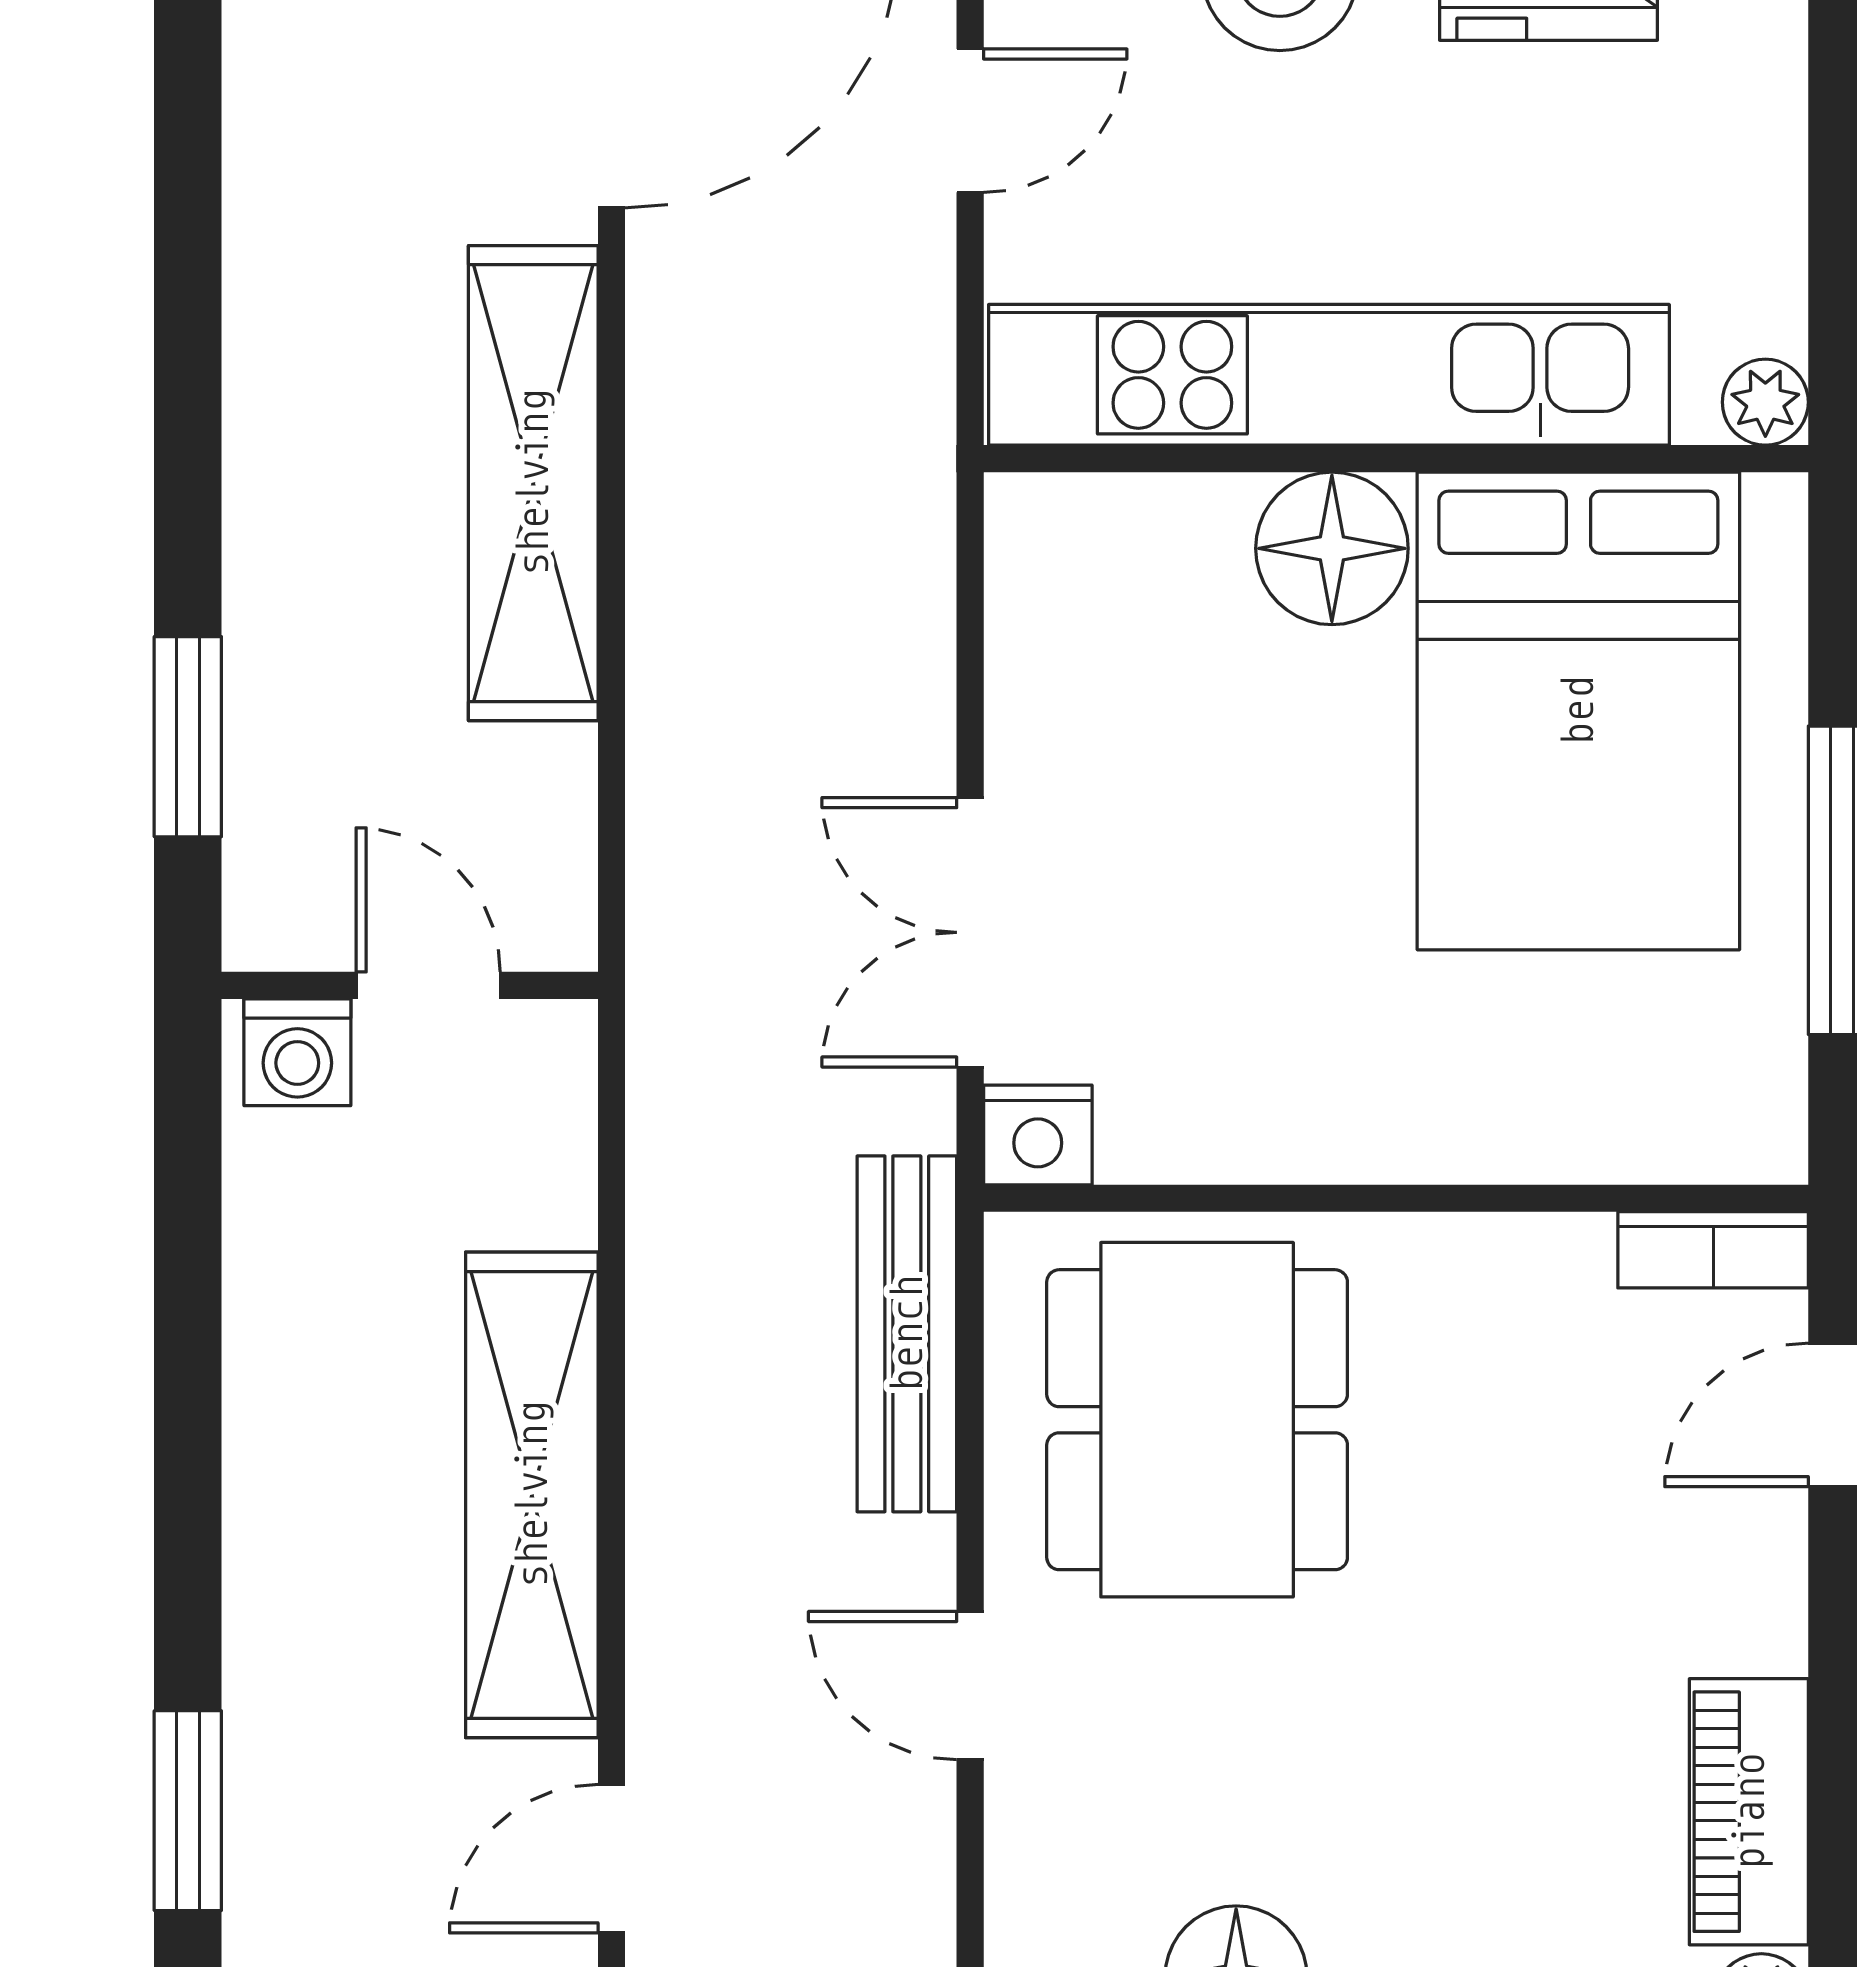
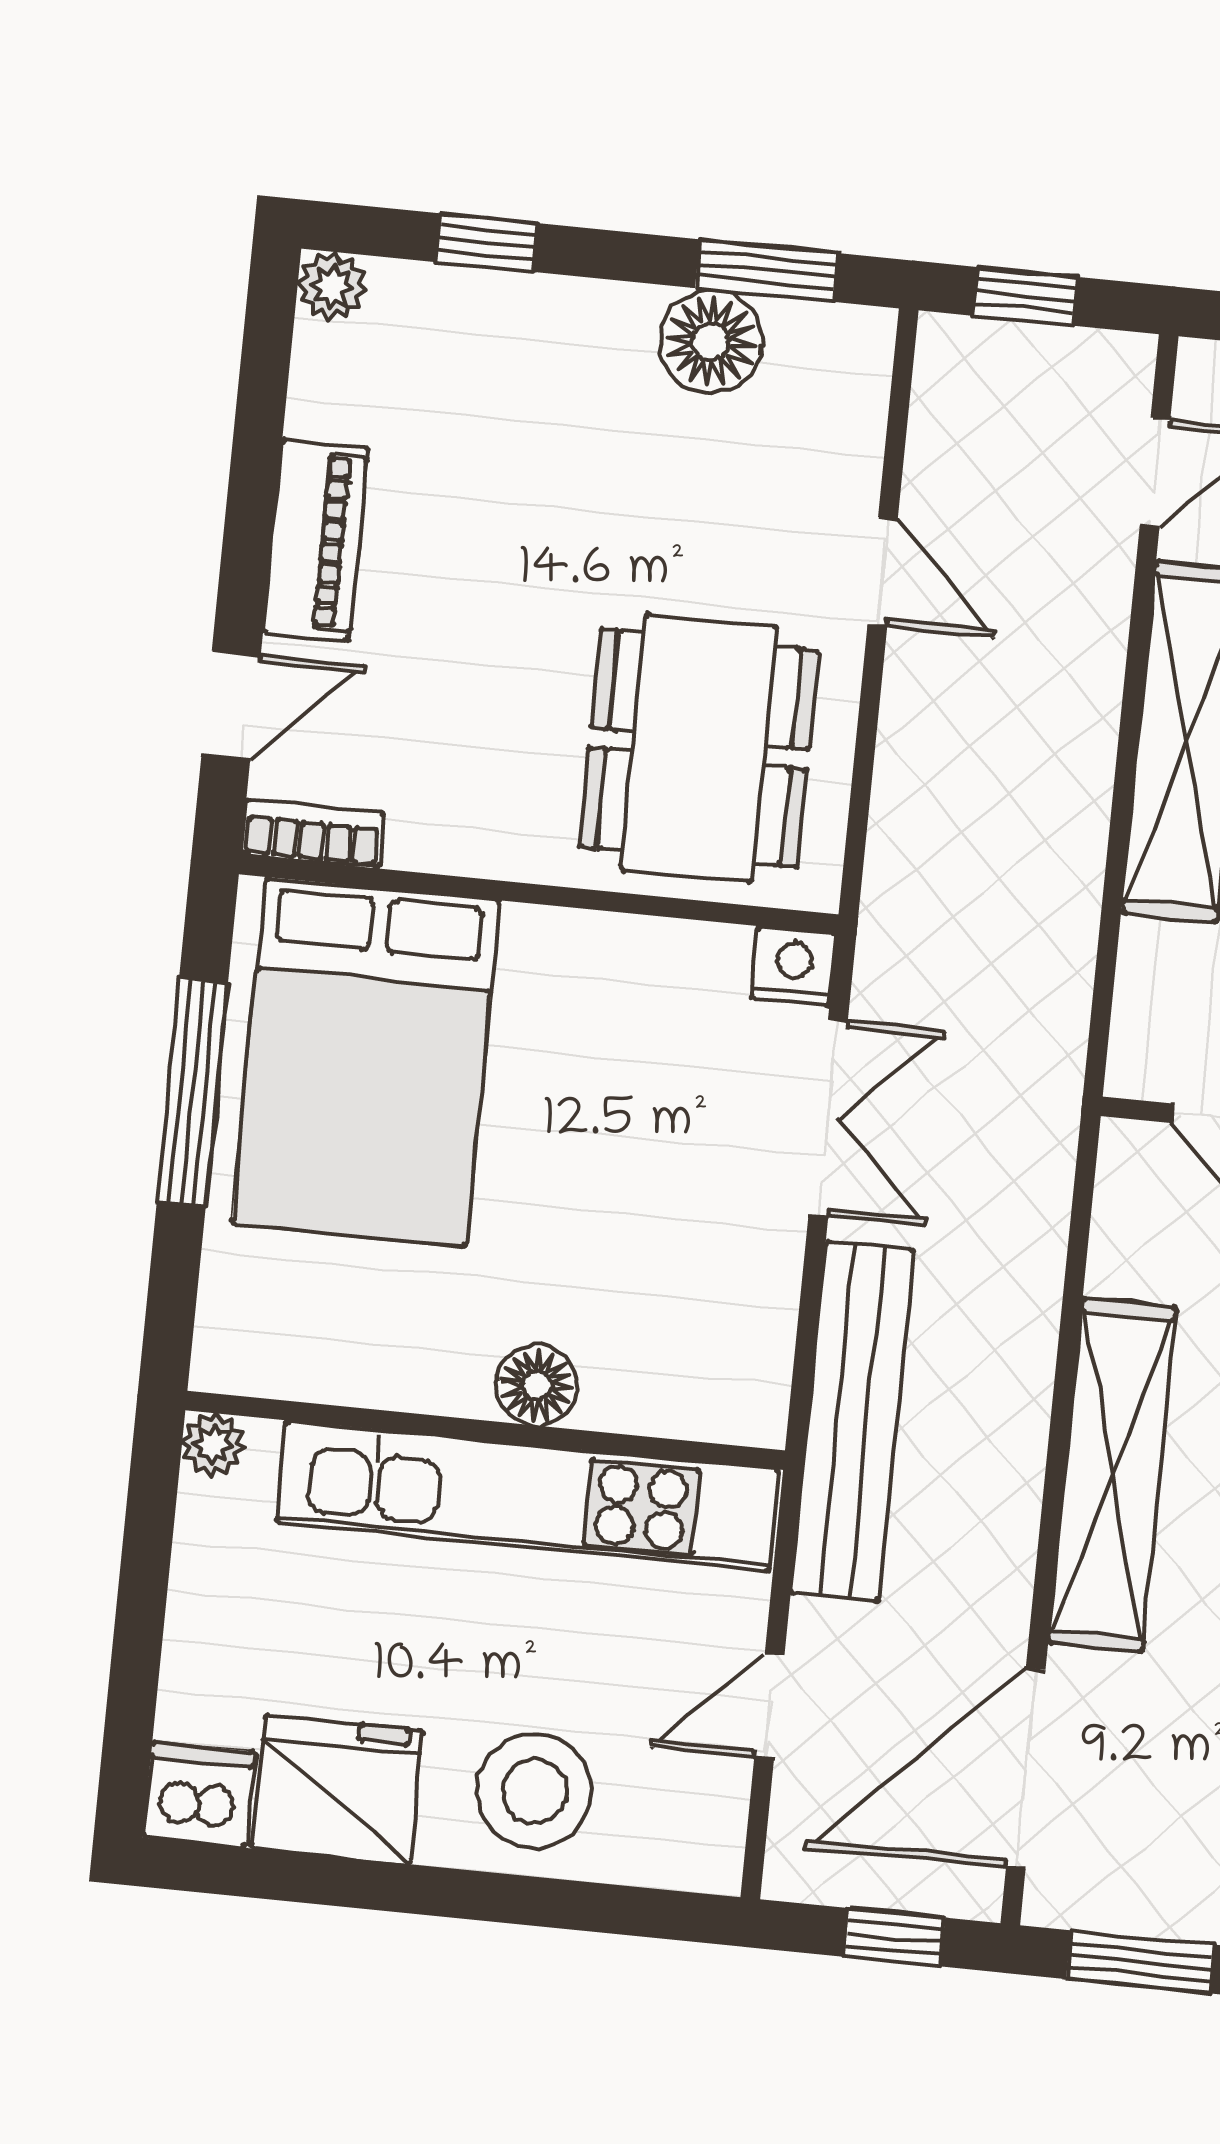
floor lamp: (1332, 548) -> (537, 1385), width x0.73, depth x0.73
bed: (1578, 711) -> (366, 1062), moved, turned 180
bench: (907, 1334) -> (852, 1422), moved, width x1.37, depth x1.21
piano: (1749, 1812) -> (316, 540), moved

